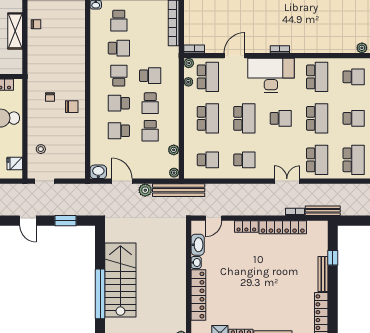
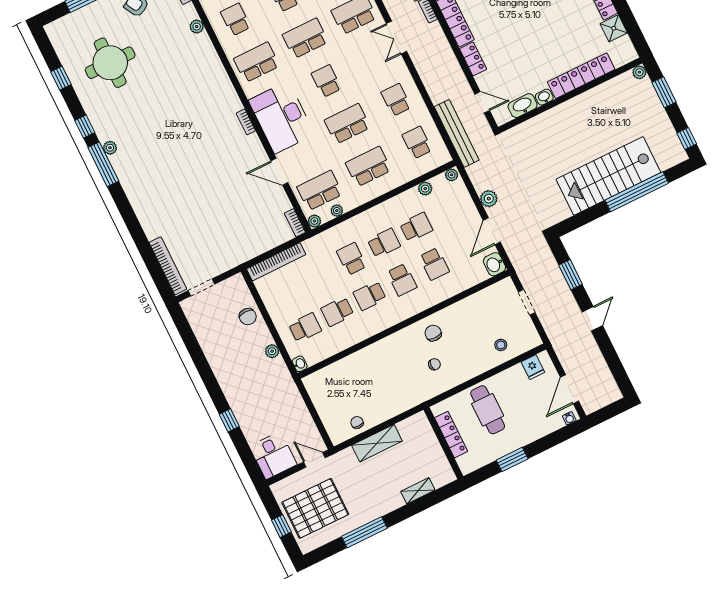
school desk: (119, 48) -> (337, 312), turned -90
doorway: (45, 181) -> (527, 302), moved
bench: (179, 190) -> (457, 133), moved

